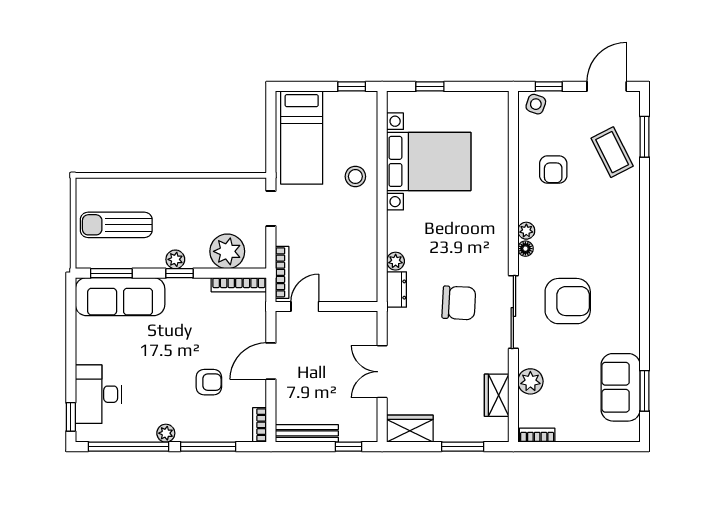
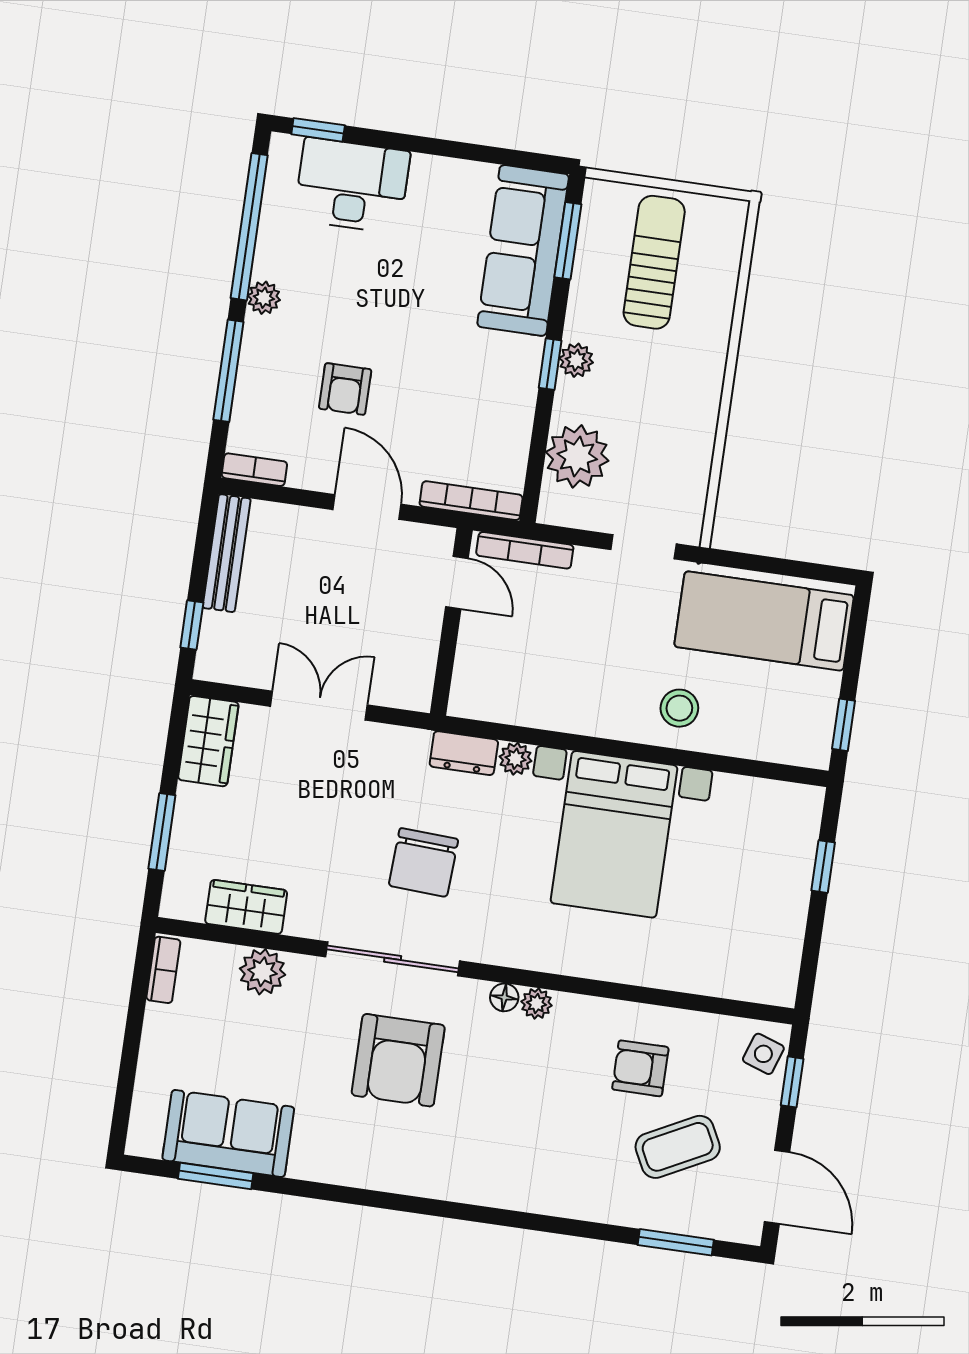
coffee table: (612, 152) -> (678, 1147), moved
bed with nightstands: (429, 161) -> (614, 834), moved
bookcase: (239, 285) -> (471, 501), moved, turned 90

